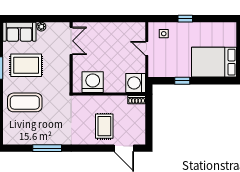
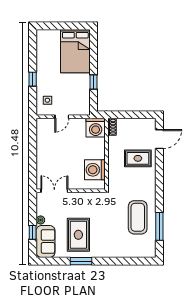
window: (29, 19) -> (33, 232), added
coffee table: (25, 102) -> (138, 217), moved
window: (47, 148) -> (159, 226), moved

